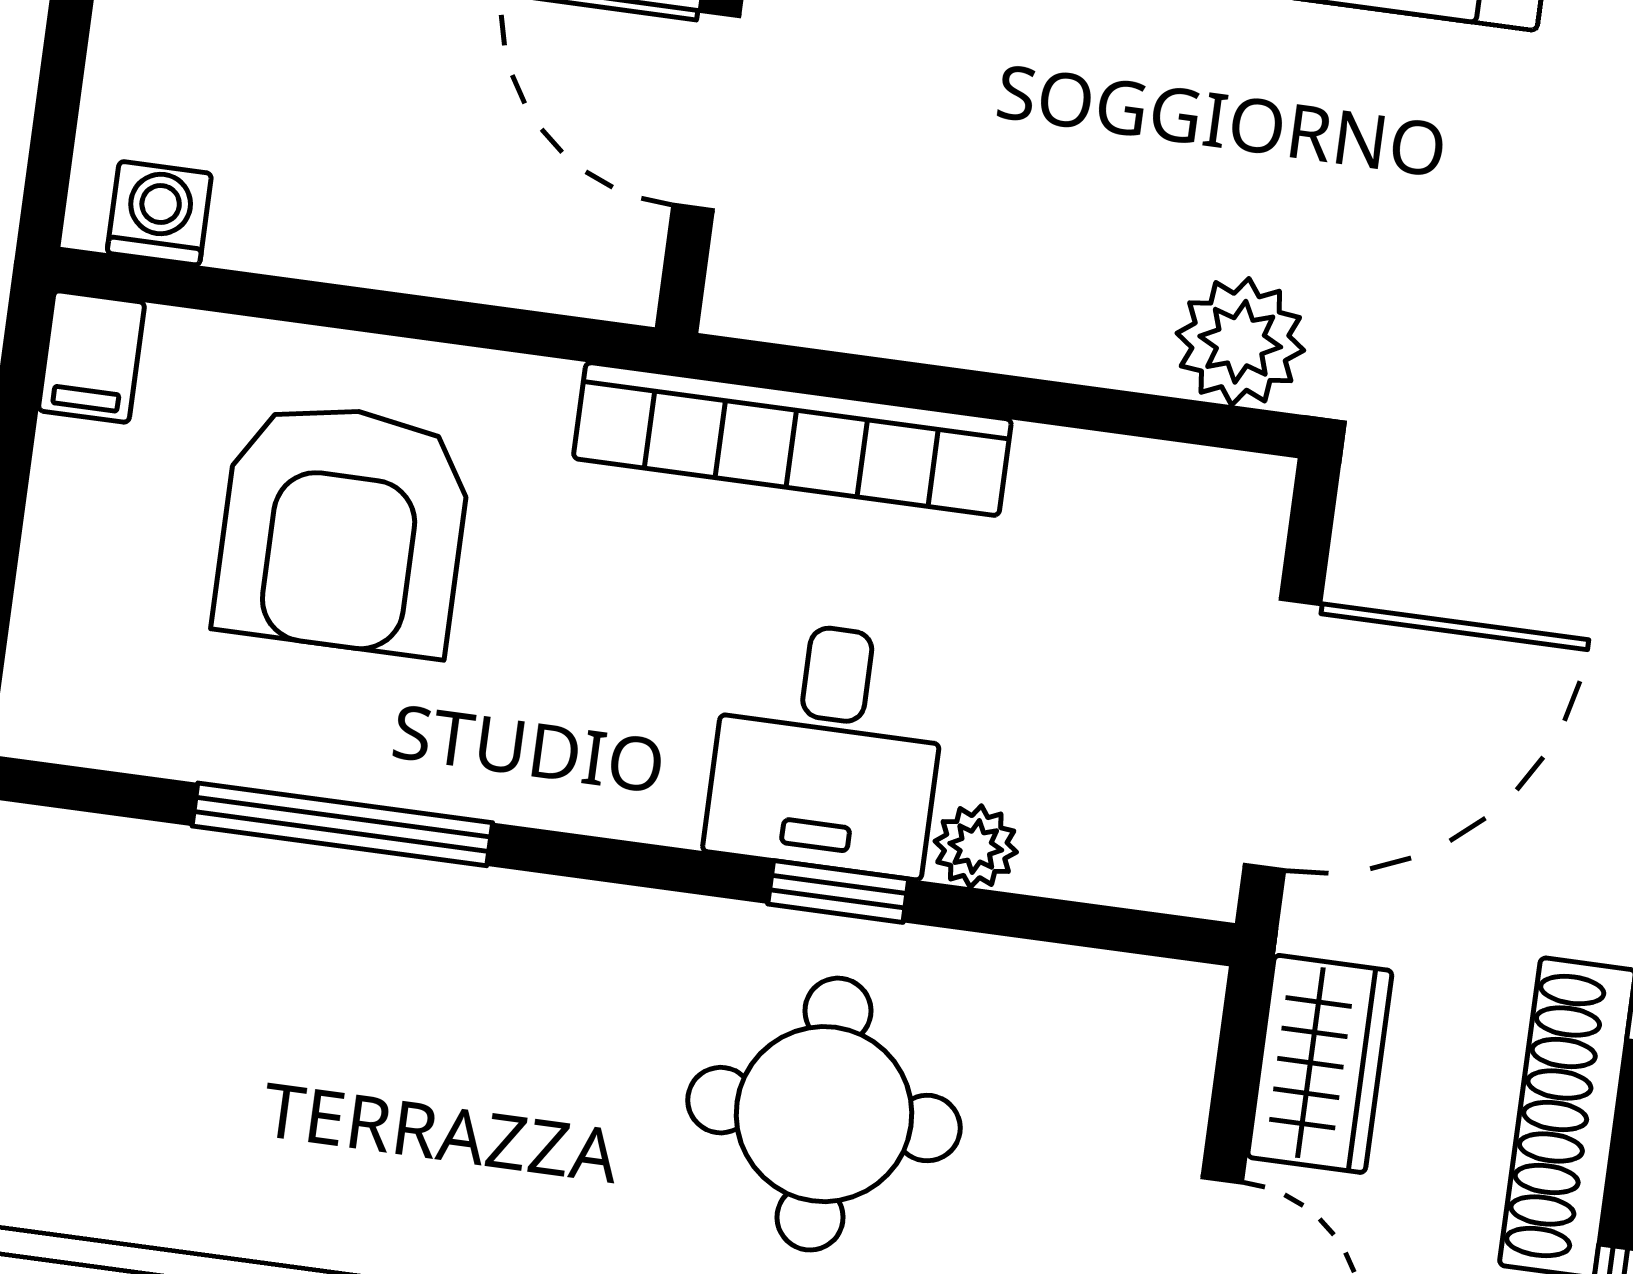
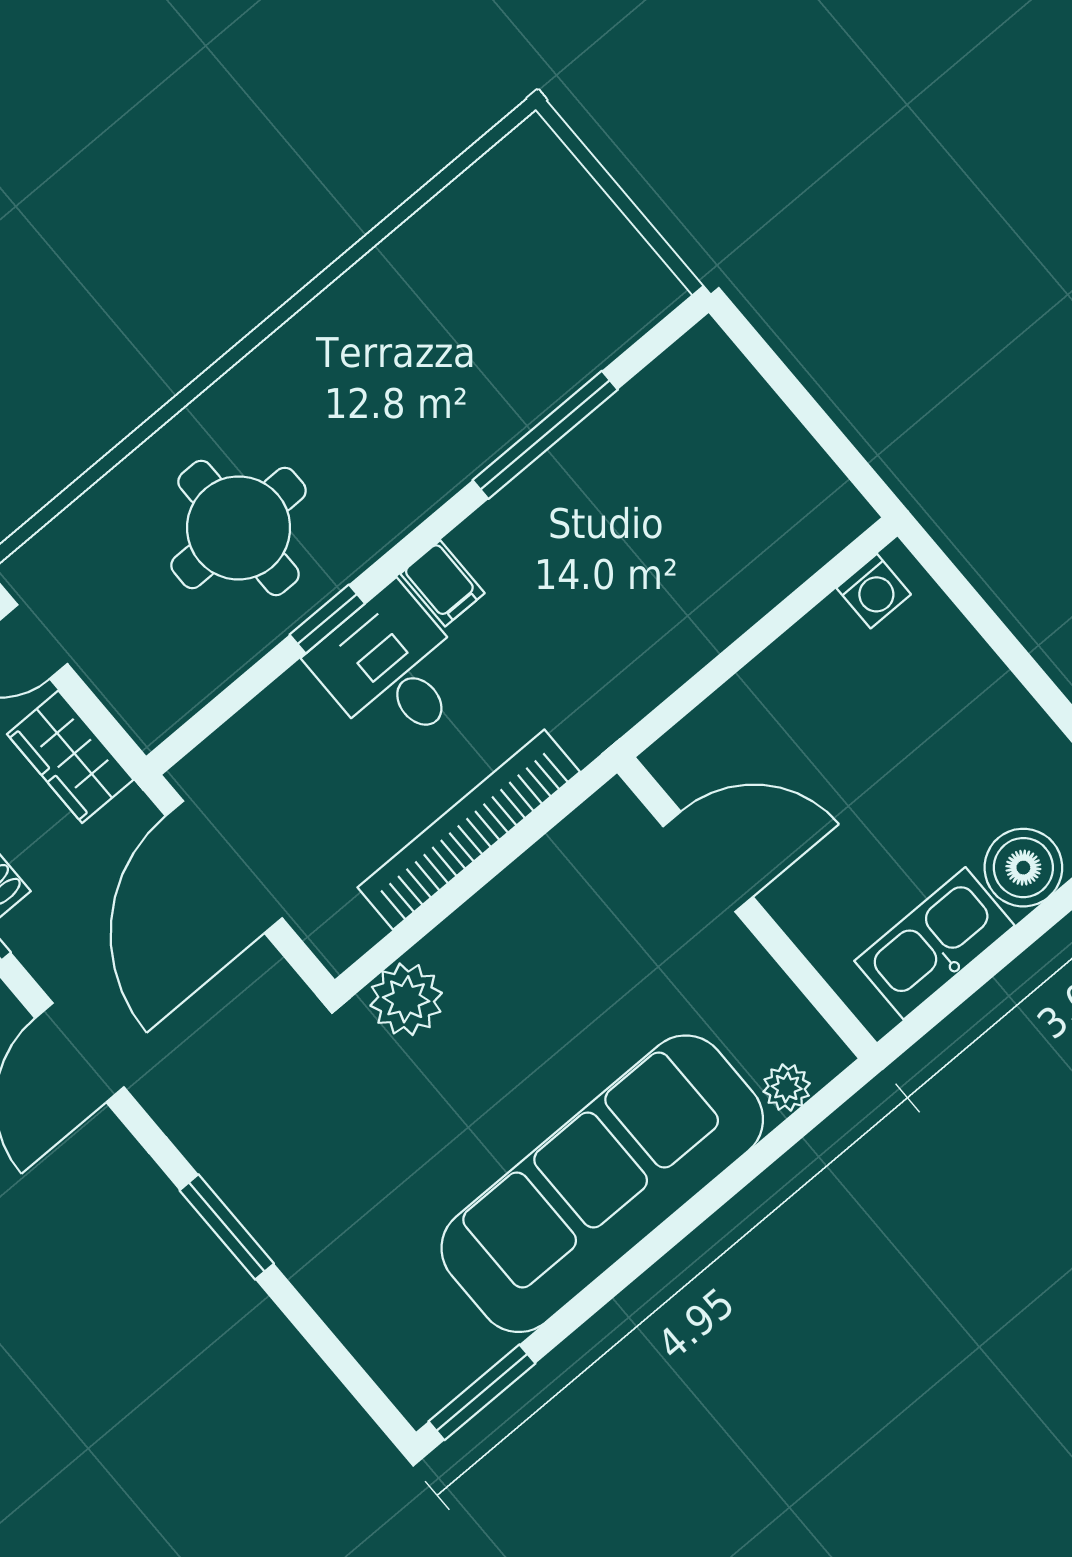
filing cabinet: (92, 357) -> (443, 583), moved, turned 180
bookcase: (792, 439) -> (469, 830), moved
armchair: (343, 528) -> (670, 548), removed
plant: (976, 847) -> (294, 694), removed

